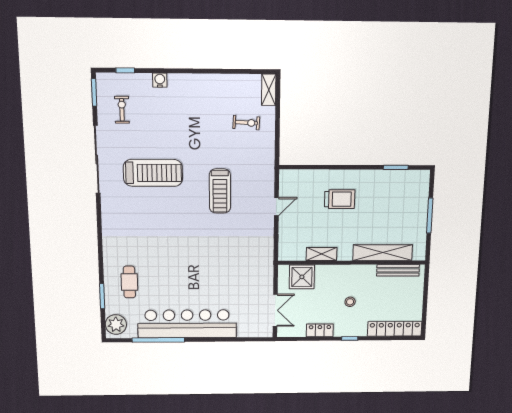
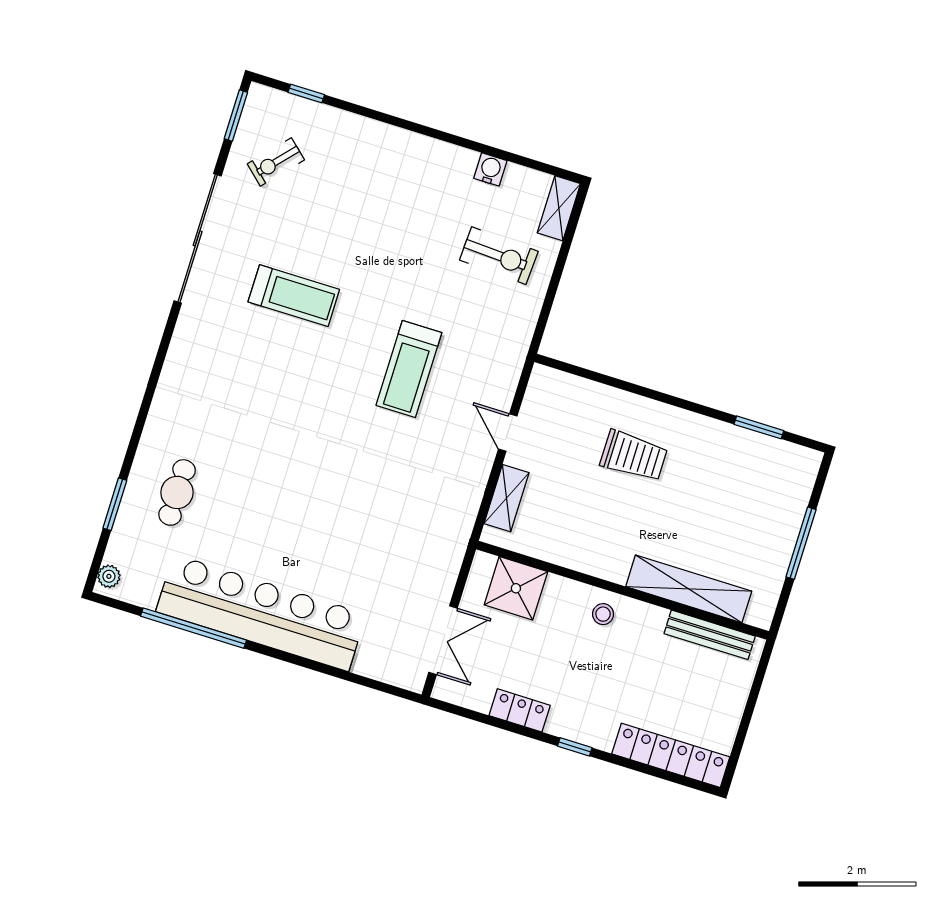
water cooler: (160, 80) -> (490, 169), moved
exercise bike: (122, 110) -> (276, 162), turned -138
exercise bike: (246, 123) -> (499, 256), width x1.38, depth x1.39
treadmill: (153, 173) -> (294, 296), width x0.73, depth x0.73
door: (276, 207) -> (508, 433), swing flipped
shelving: (322, 254) -> (507, 498), moved, turned 90
stool: (350, 302) -> (603, 614), moved
plant: (116, 324) -> (109, 576), width x0.53, depth x0.53

